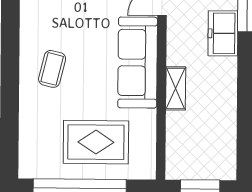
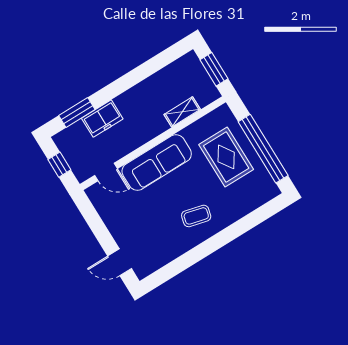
shelving: (176, 88) -> (182, 112), moved

